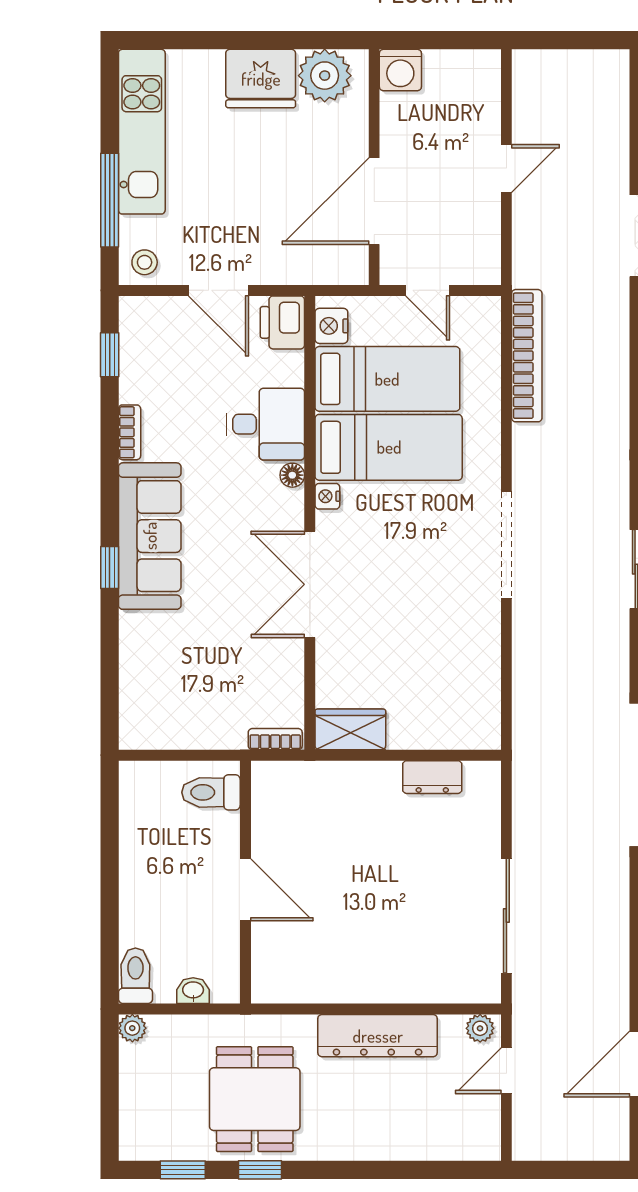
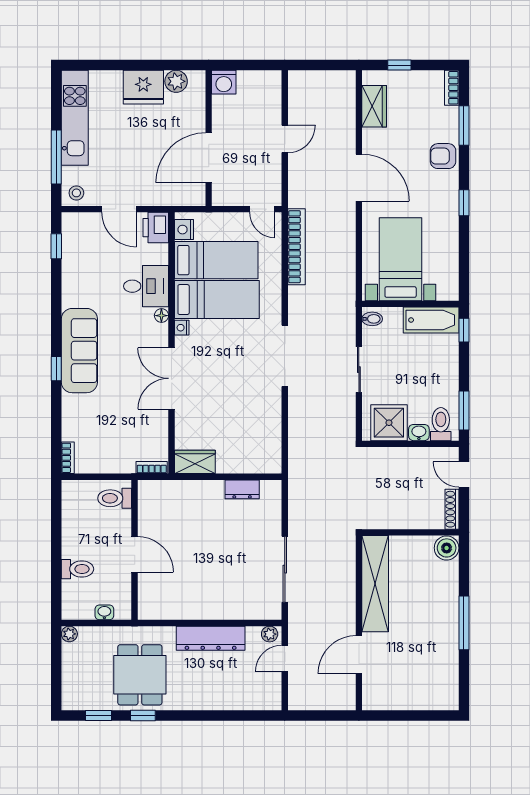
plant: (325, 76) -> (176, 81), width x0.73, depth x0.73
door: (428, 290) -> (262, 209), moved
bookcase: (130, 432) -> (68, 458), moved
toilet: (135, 976) -> (77, 569), moved, turned 90

